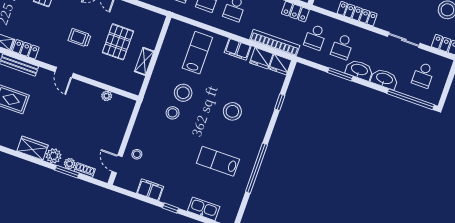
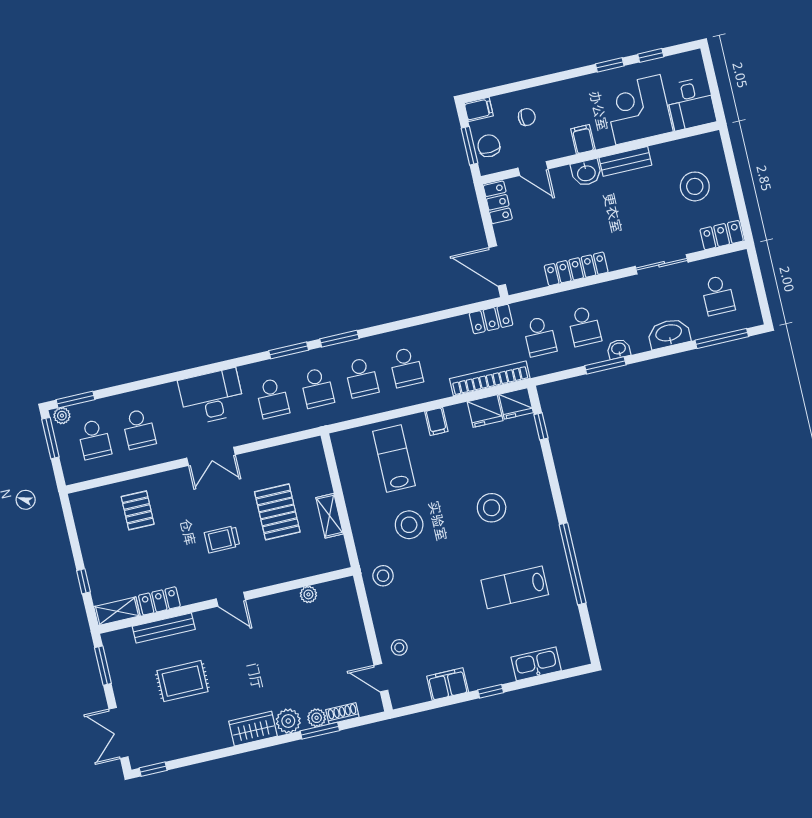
filing cabinet: (238, 49) -> (436, 421), width x0.50
washbasin: (359, 70) -> (619, 349), width x0.52, depth x0.69
window: (411, 99) -> (722, 338), width x0.68
window: (280, 102) -> (541, 426), moved
stool: (173, 113) -> (383, 576), moved

